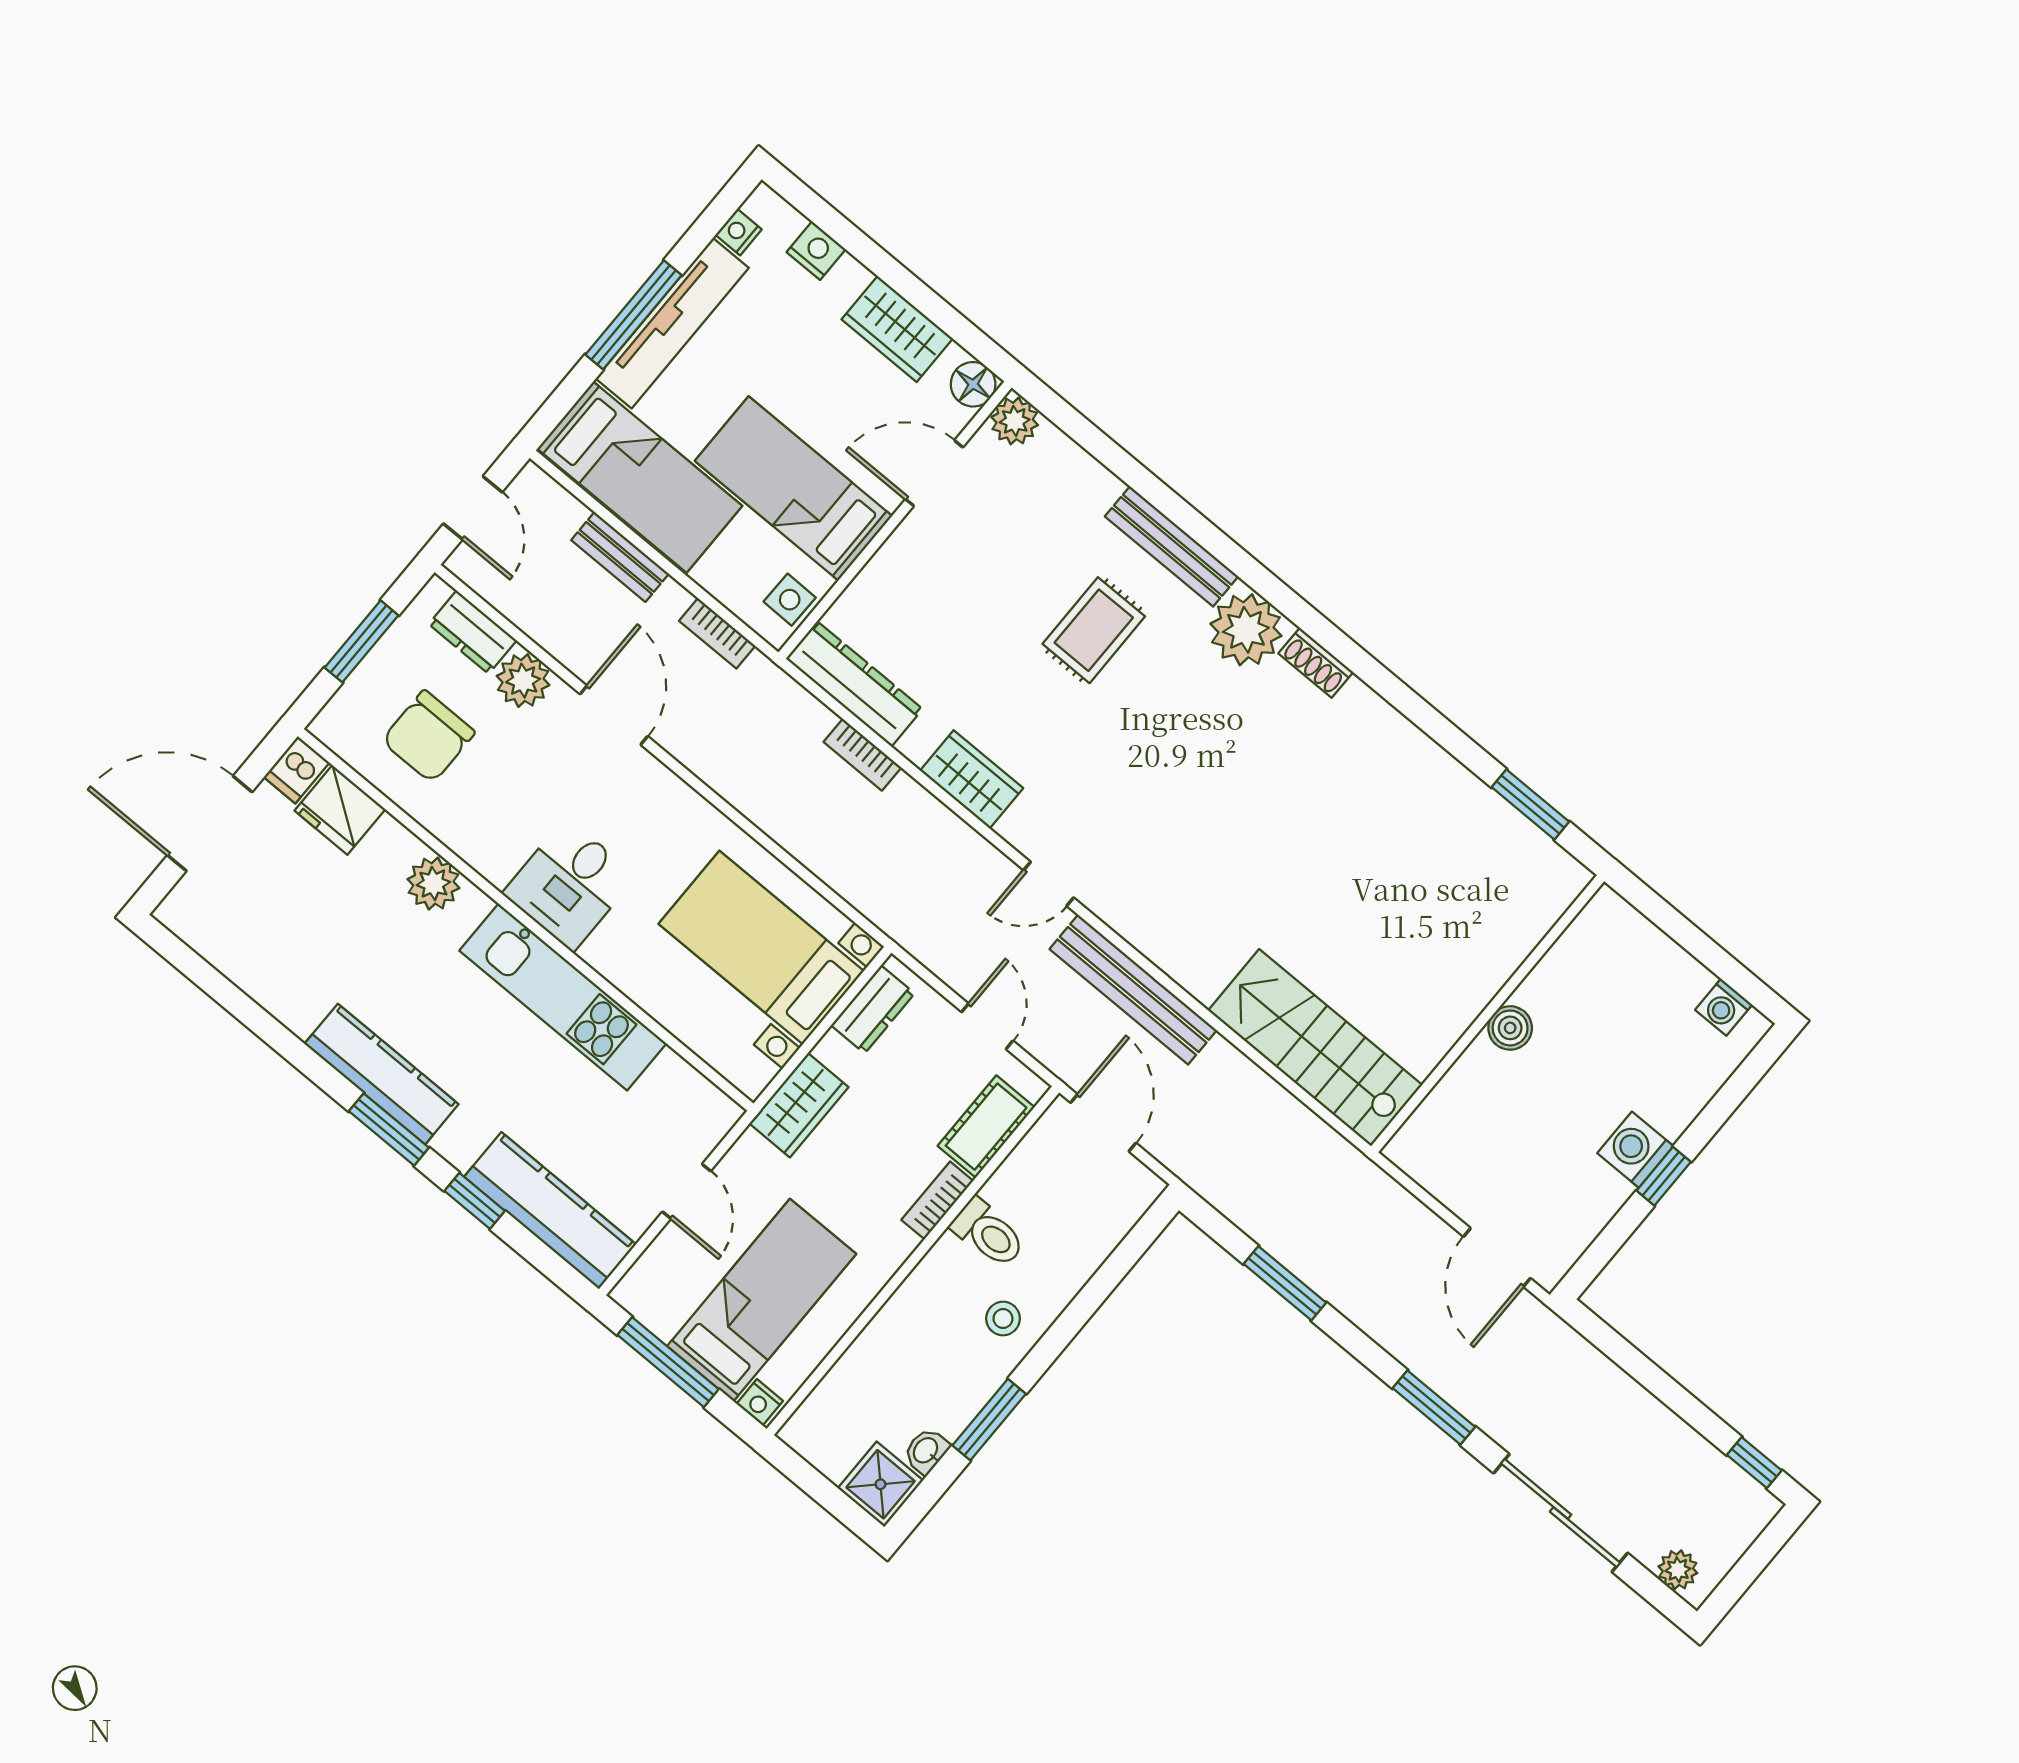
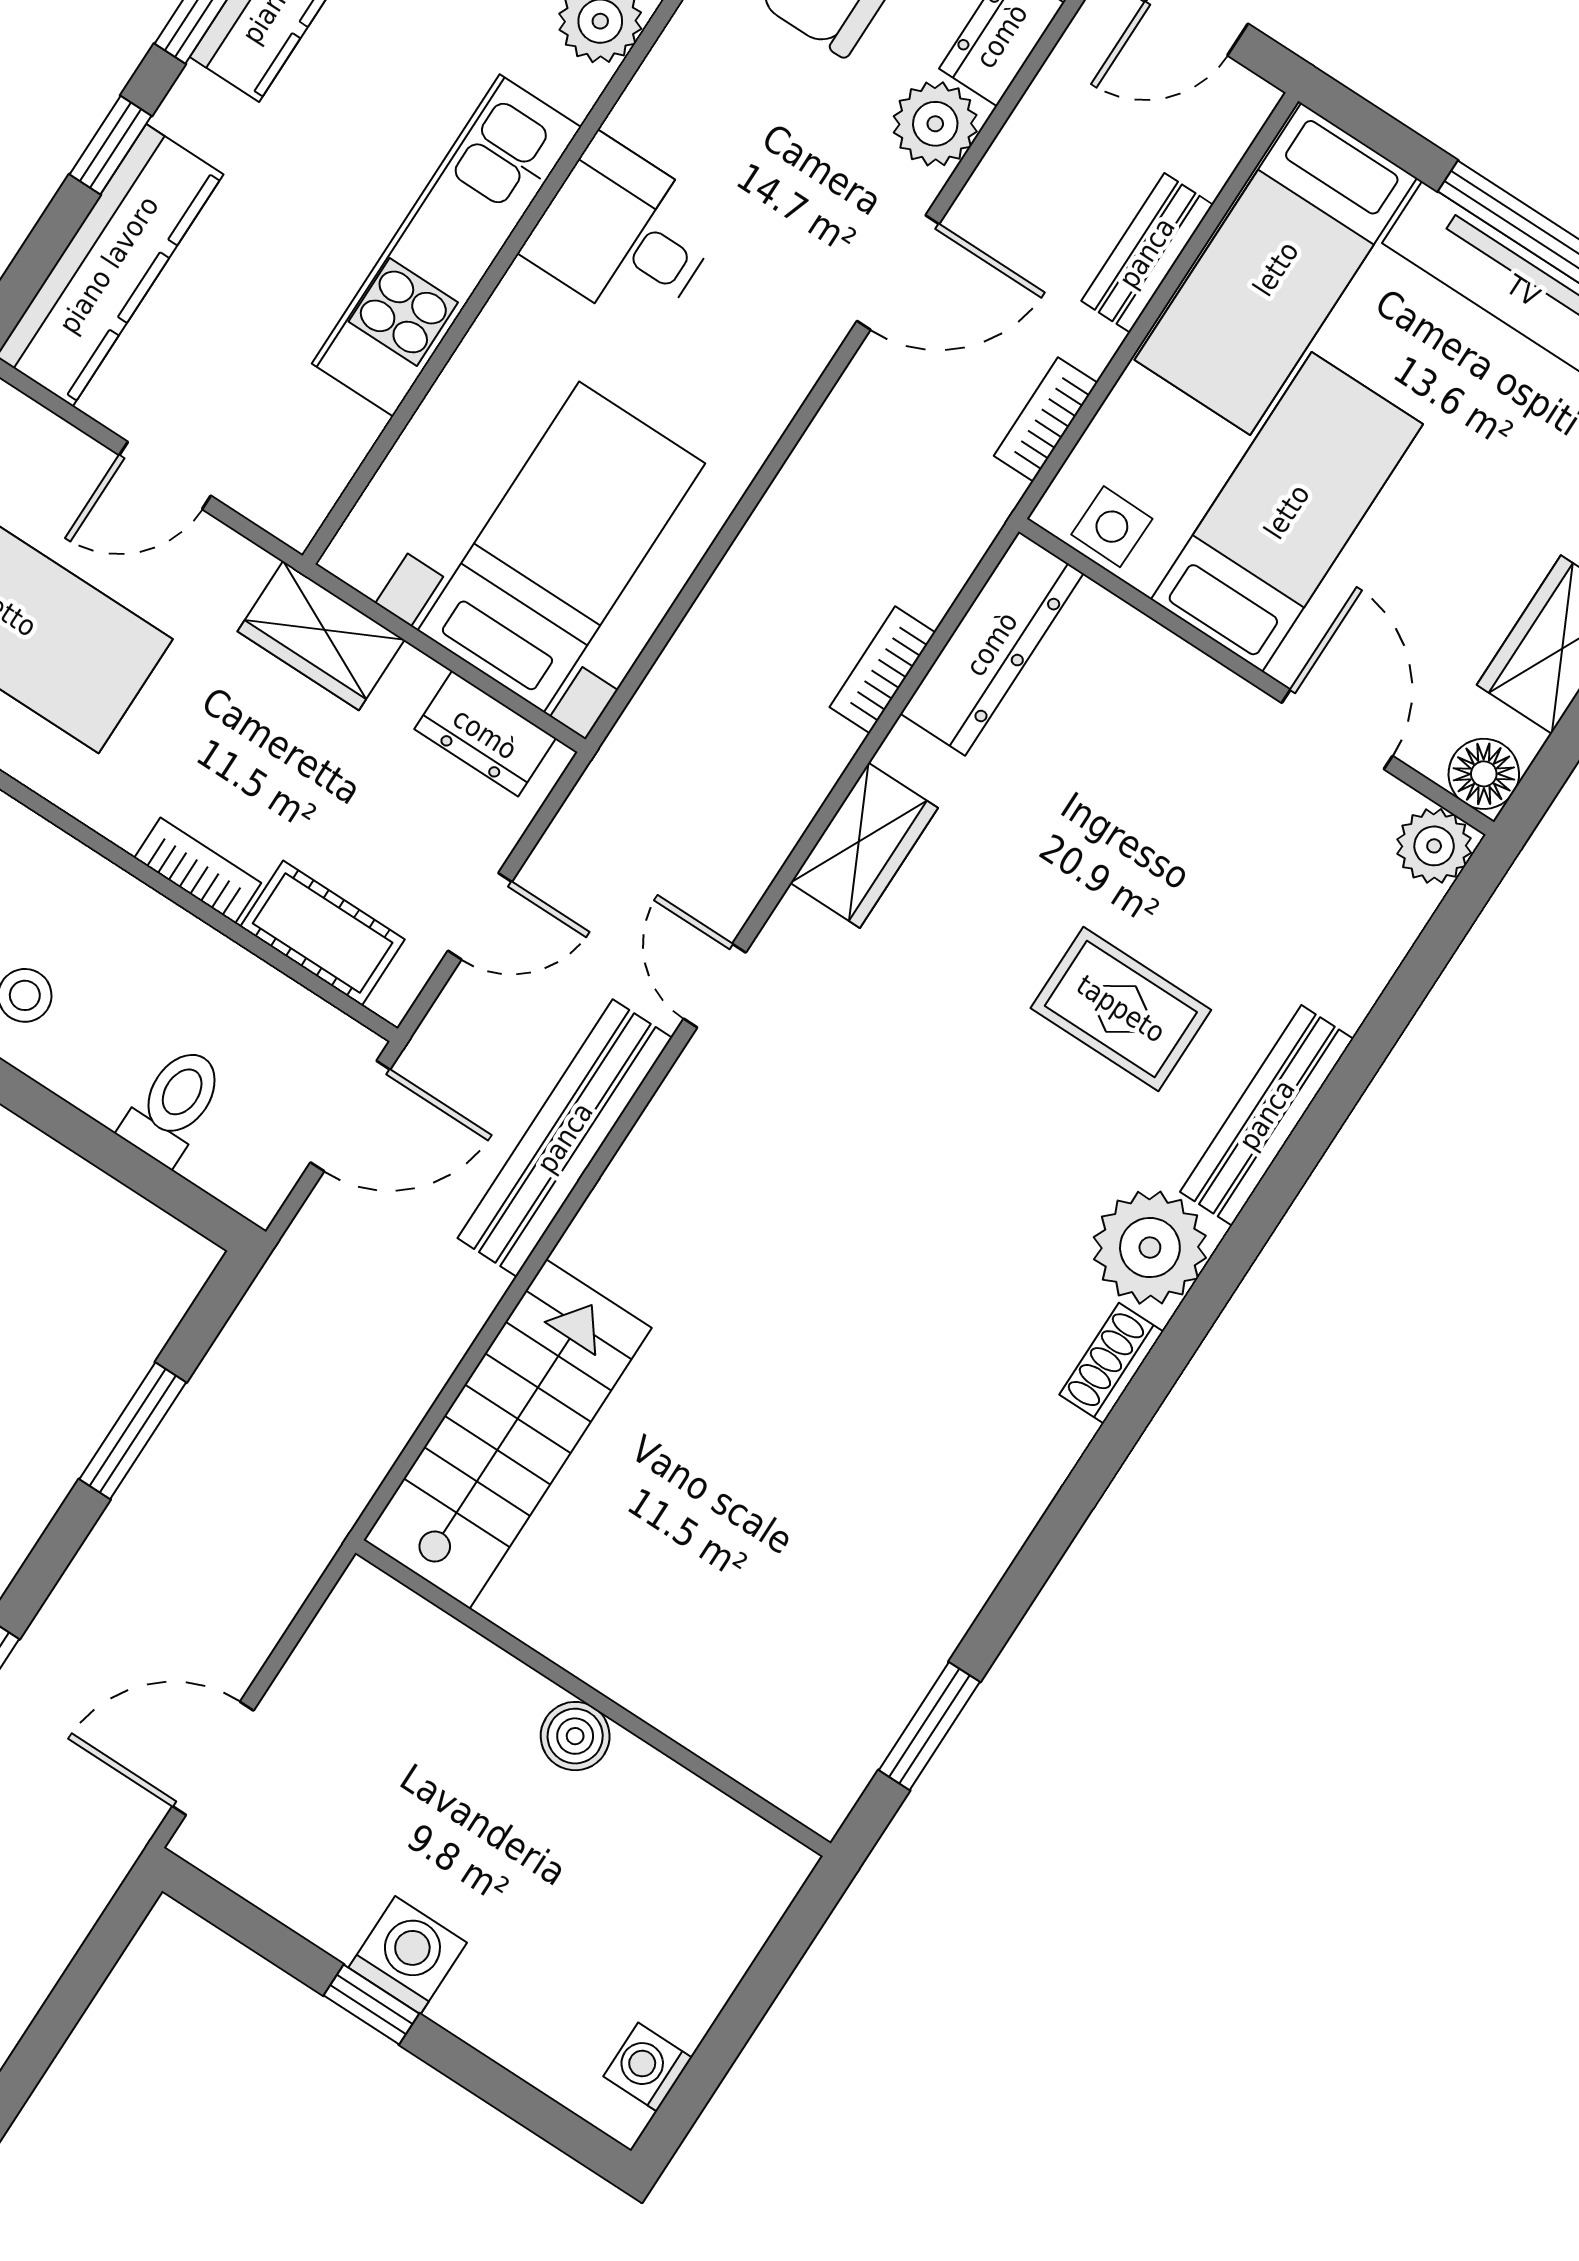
toilet: (988, 1233) -> (174, 1105), moved, turned 180

